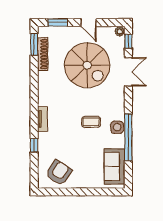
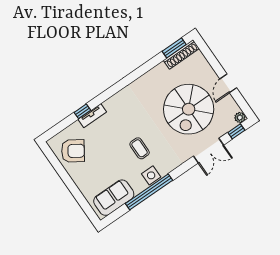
window: (58, 22) -> (209, 55), removed
shoe rack: (43, 54) -> (181, 54), moved
tv unit: (42, 119) -> (92, 116), moved

